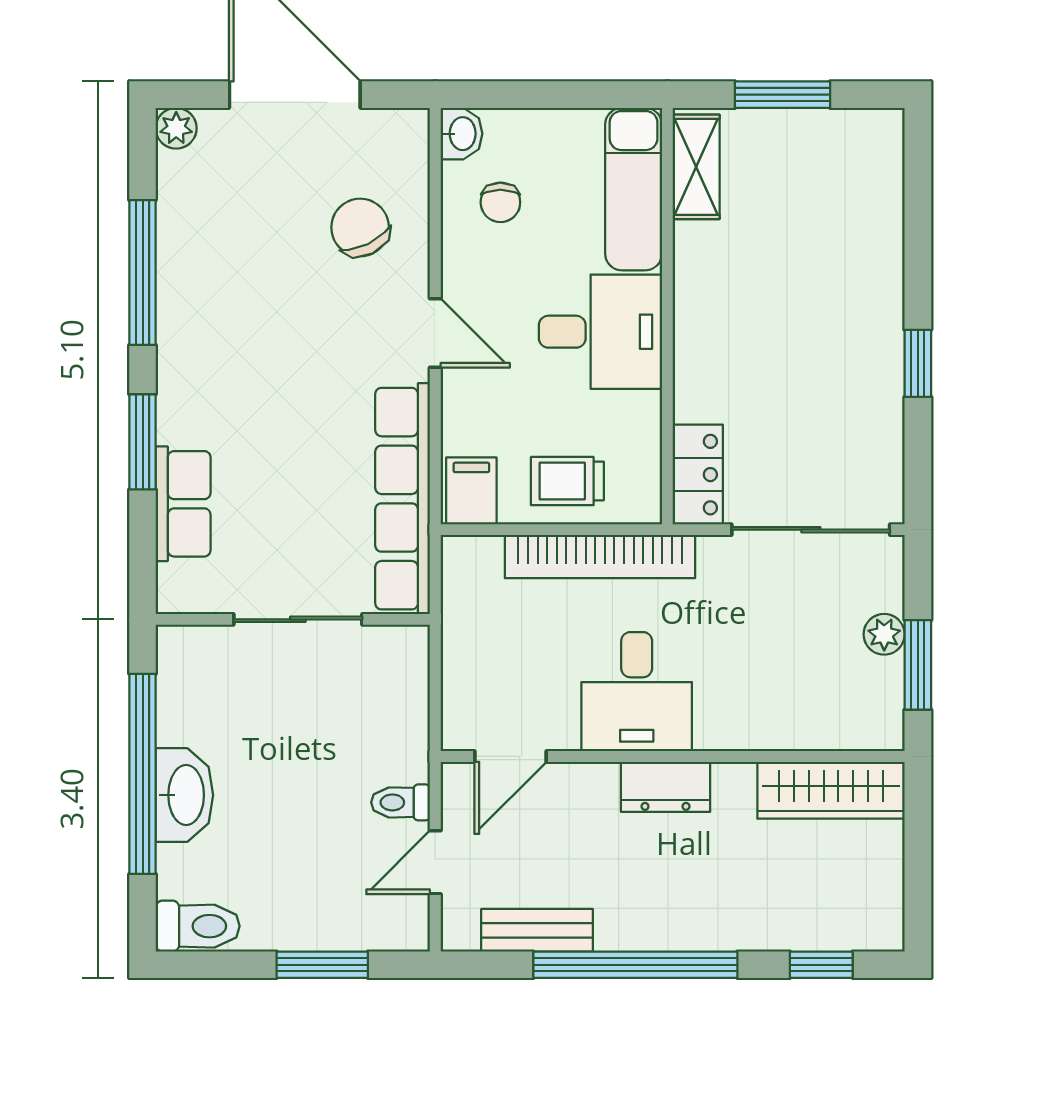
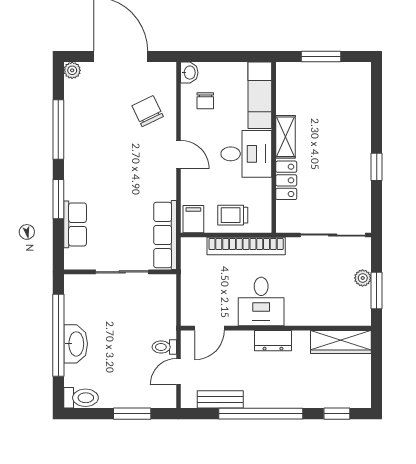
shelving: (696, 167) -> (286, 137), moved
locker: (698, 475) -> (286, 180), moved
row of seats: (403, 499) -> (165, 235), width x0.73

